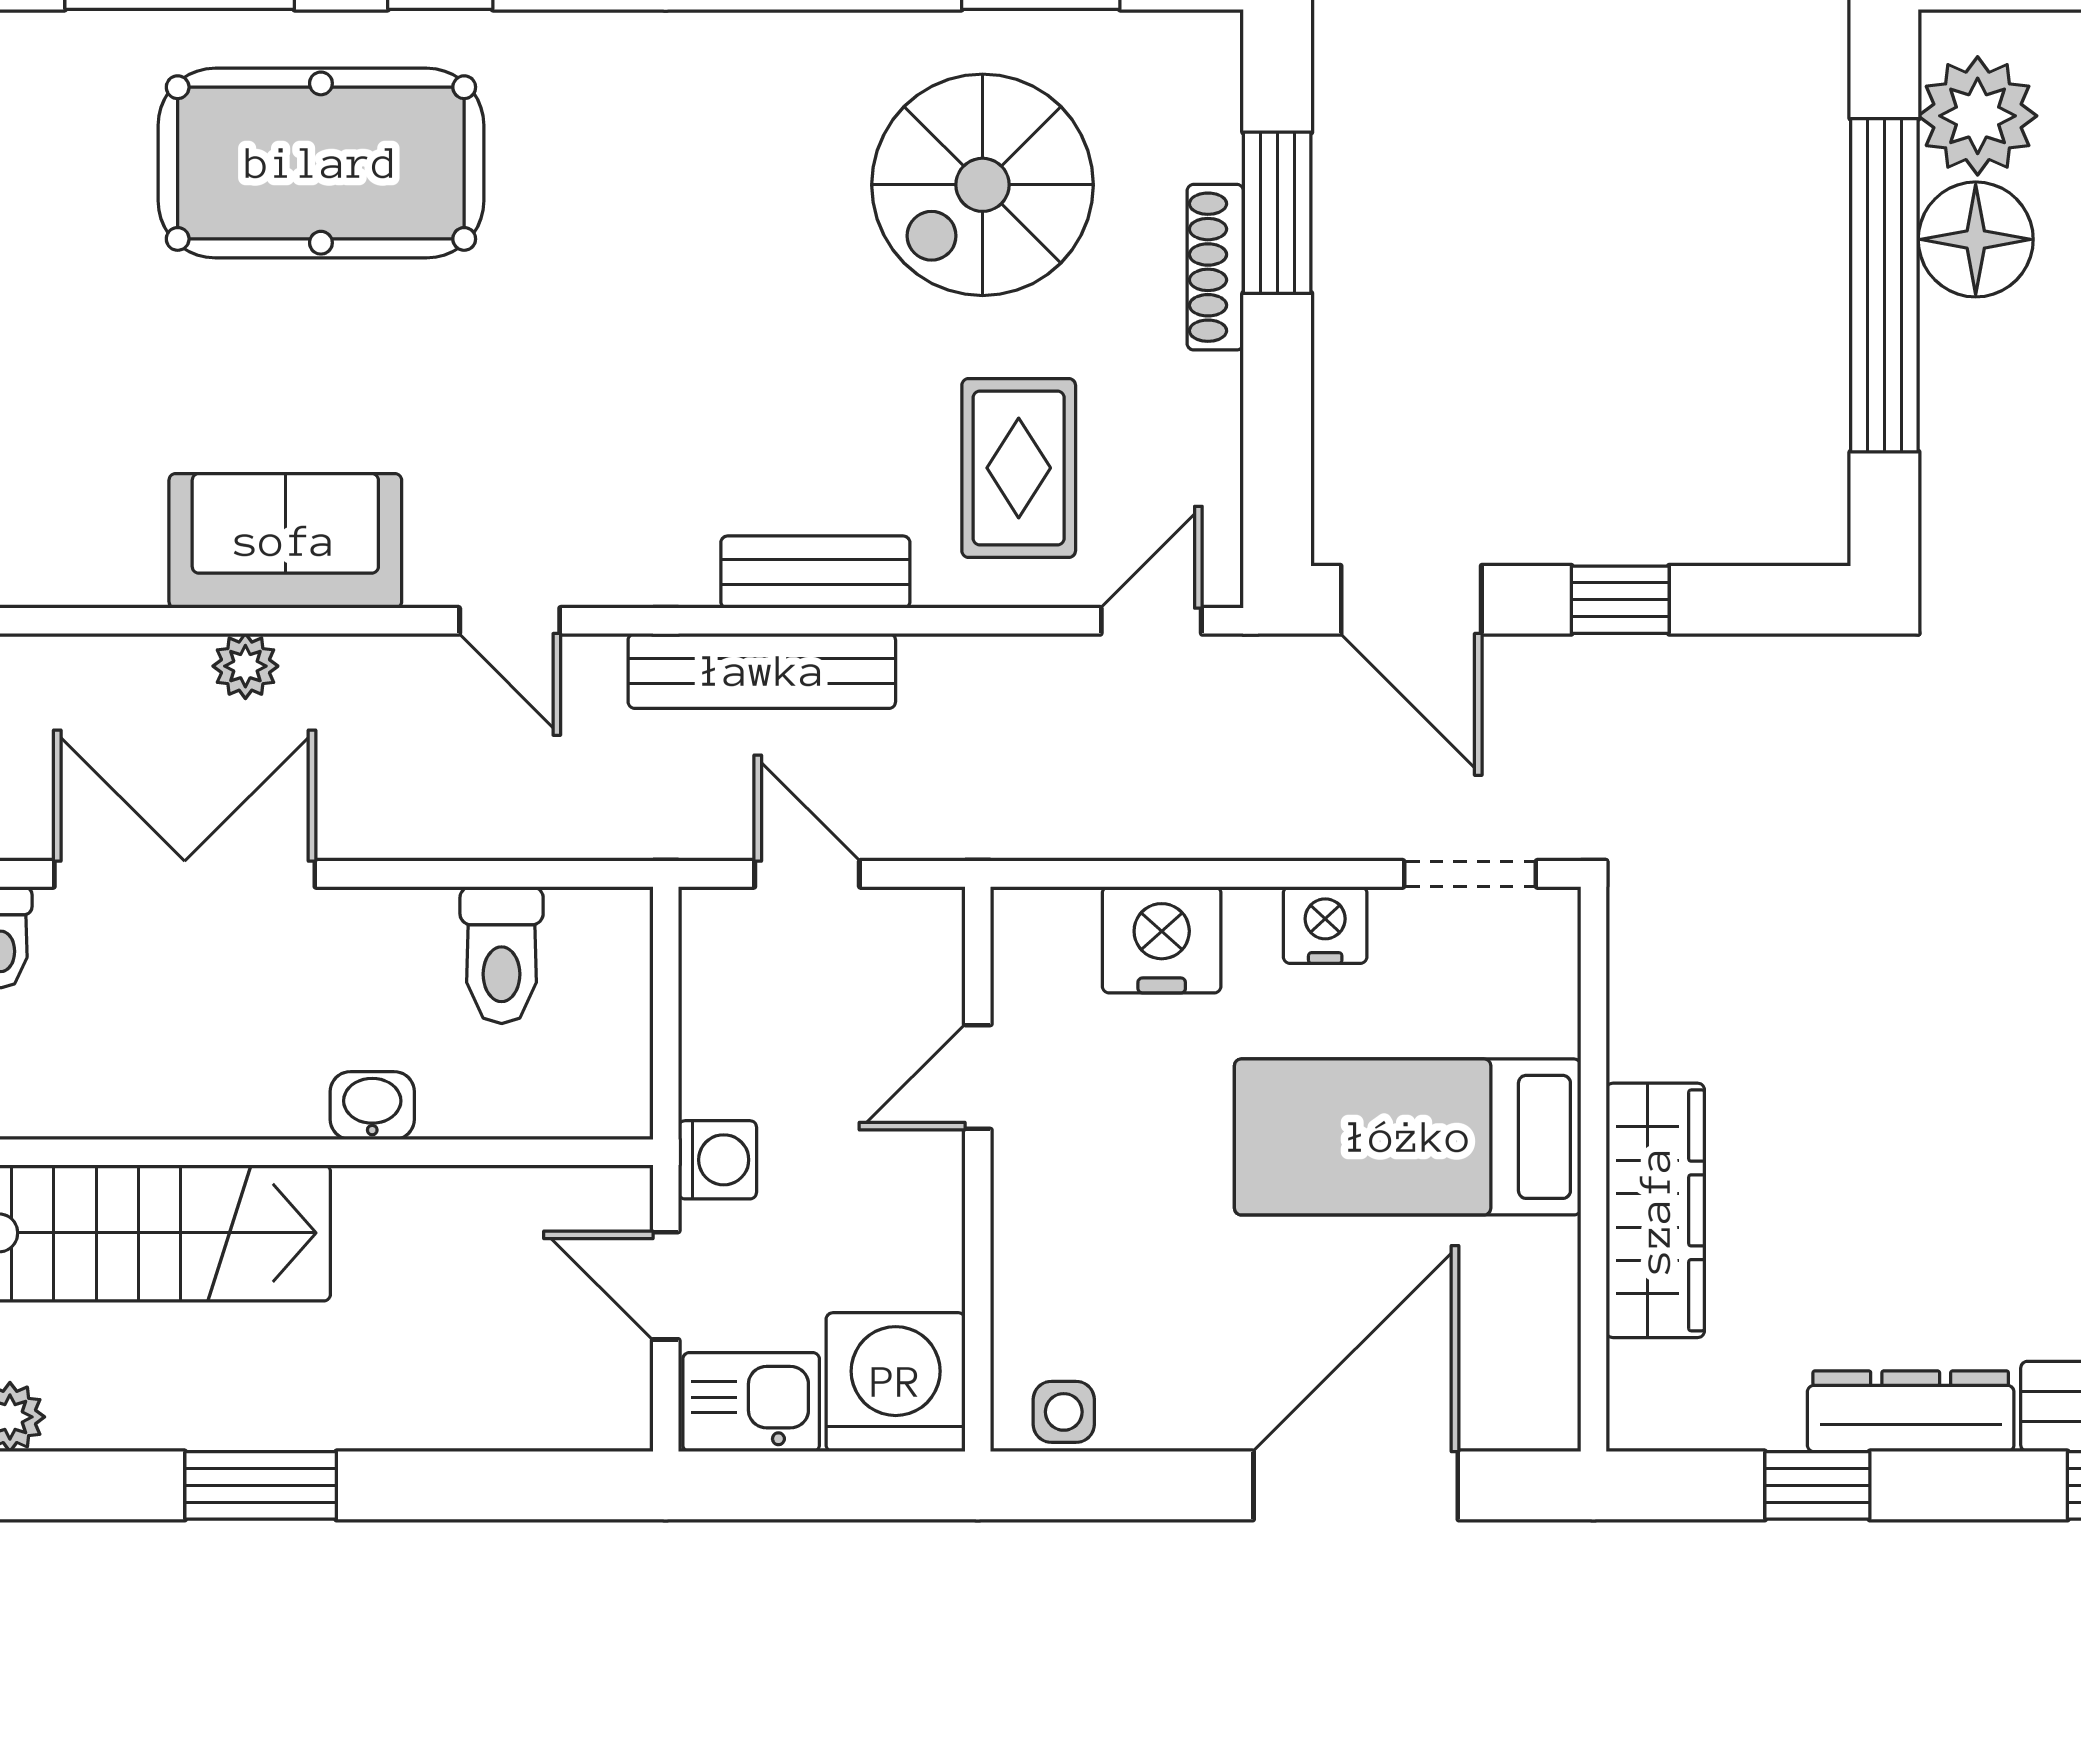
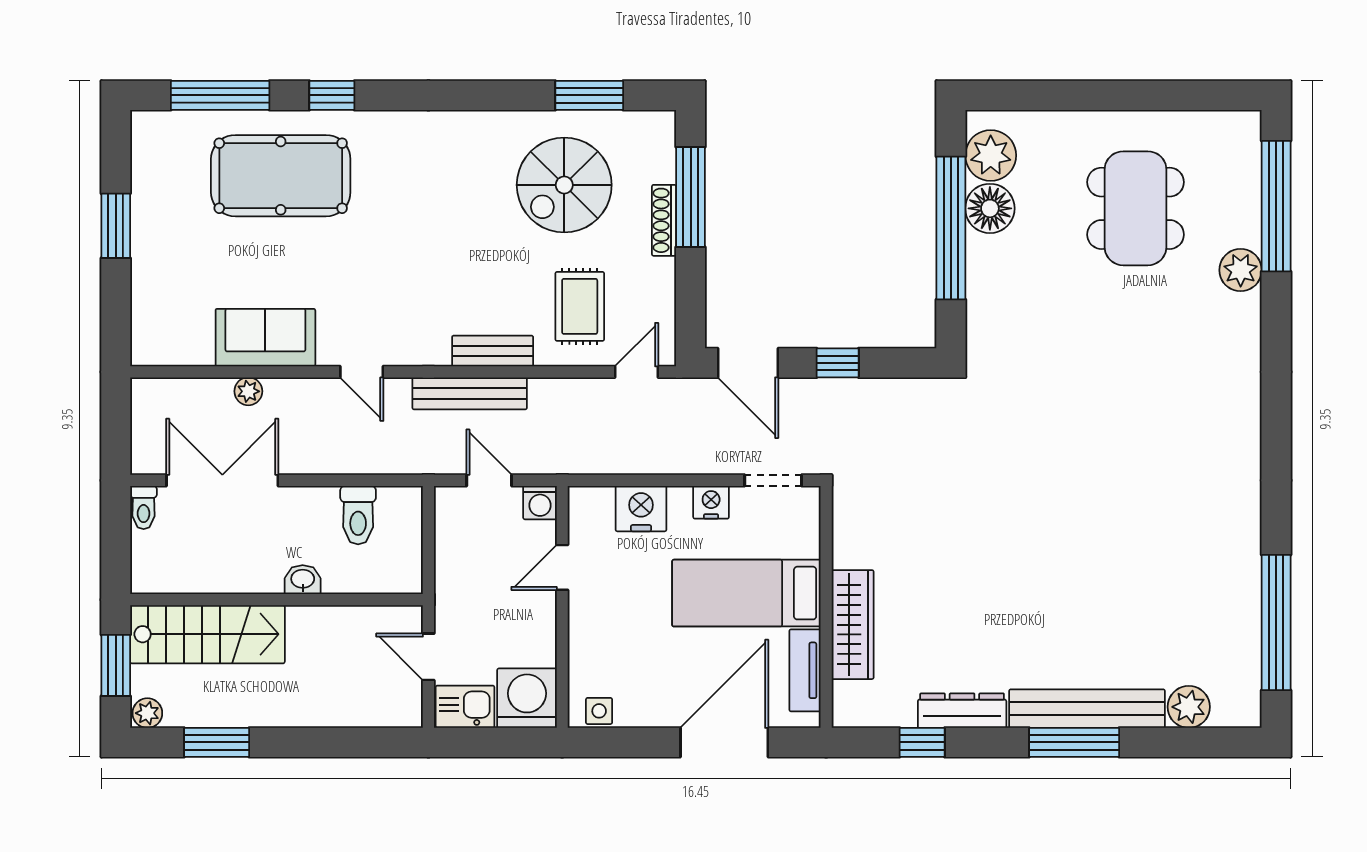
window: (1277, 213) -> (691, 197), width x1.44
washing machine: (717, 1160) -> (540, 503), moved, turned 90
tv unit: (1544, 1317) -> (805, 670), added
window: (261, 1485) -> (217, 742), moved

